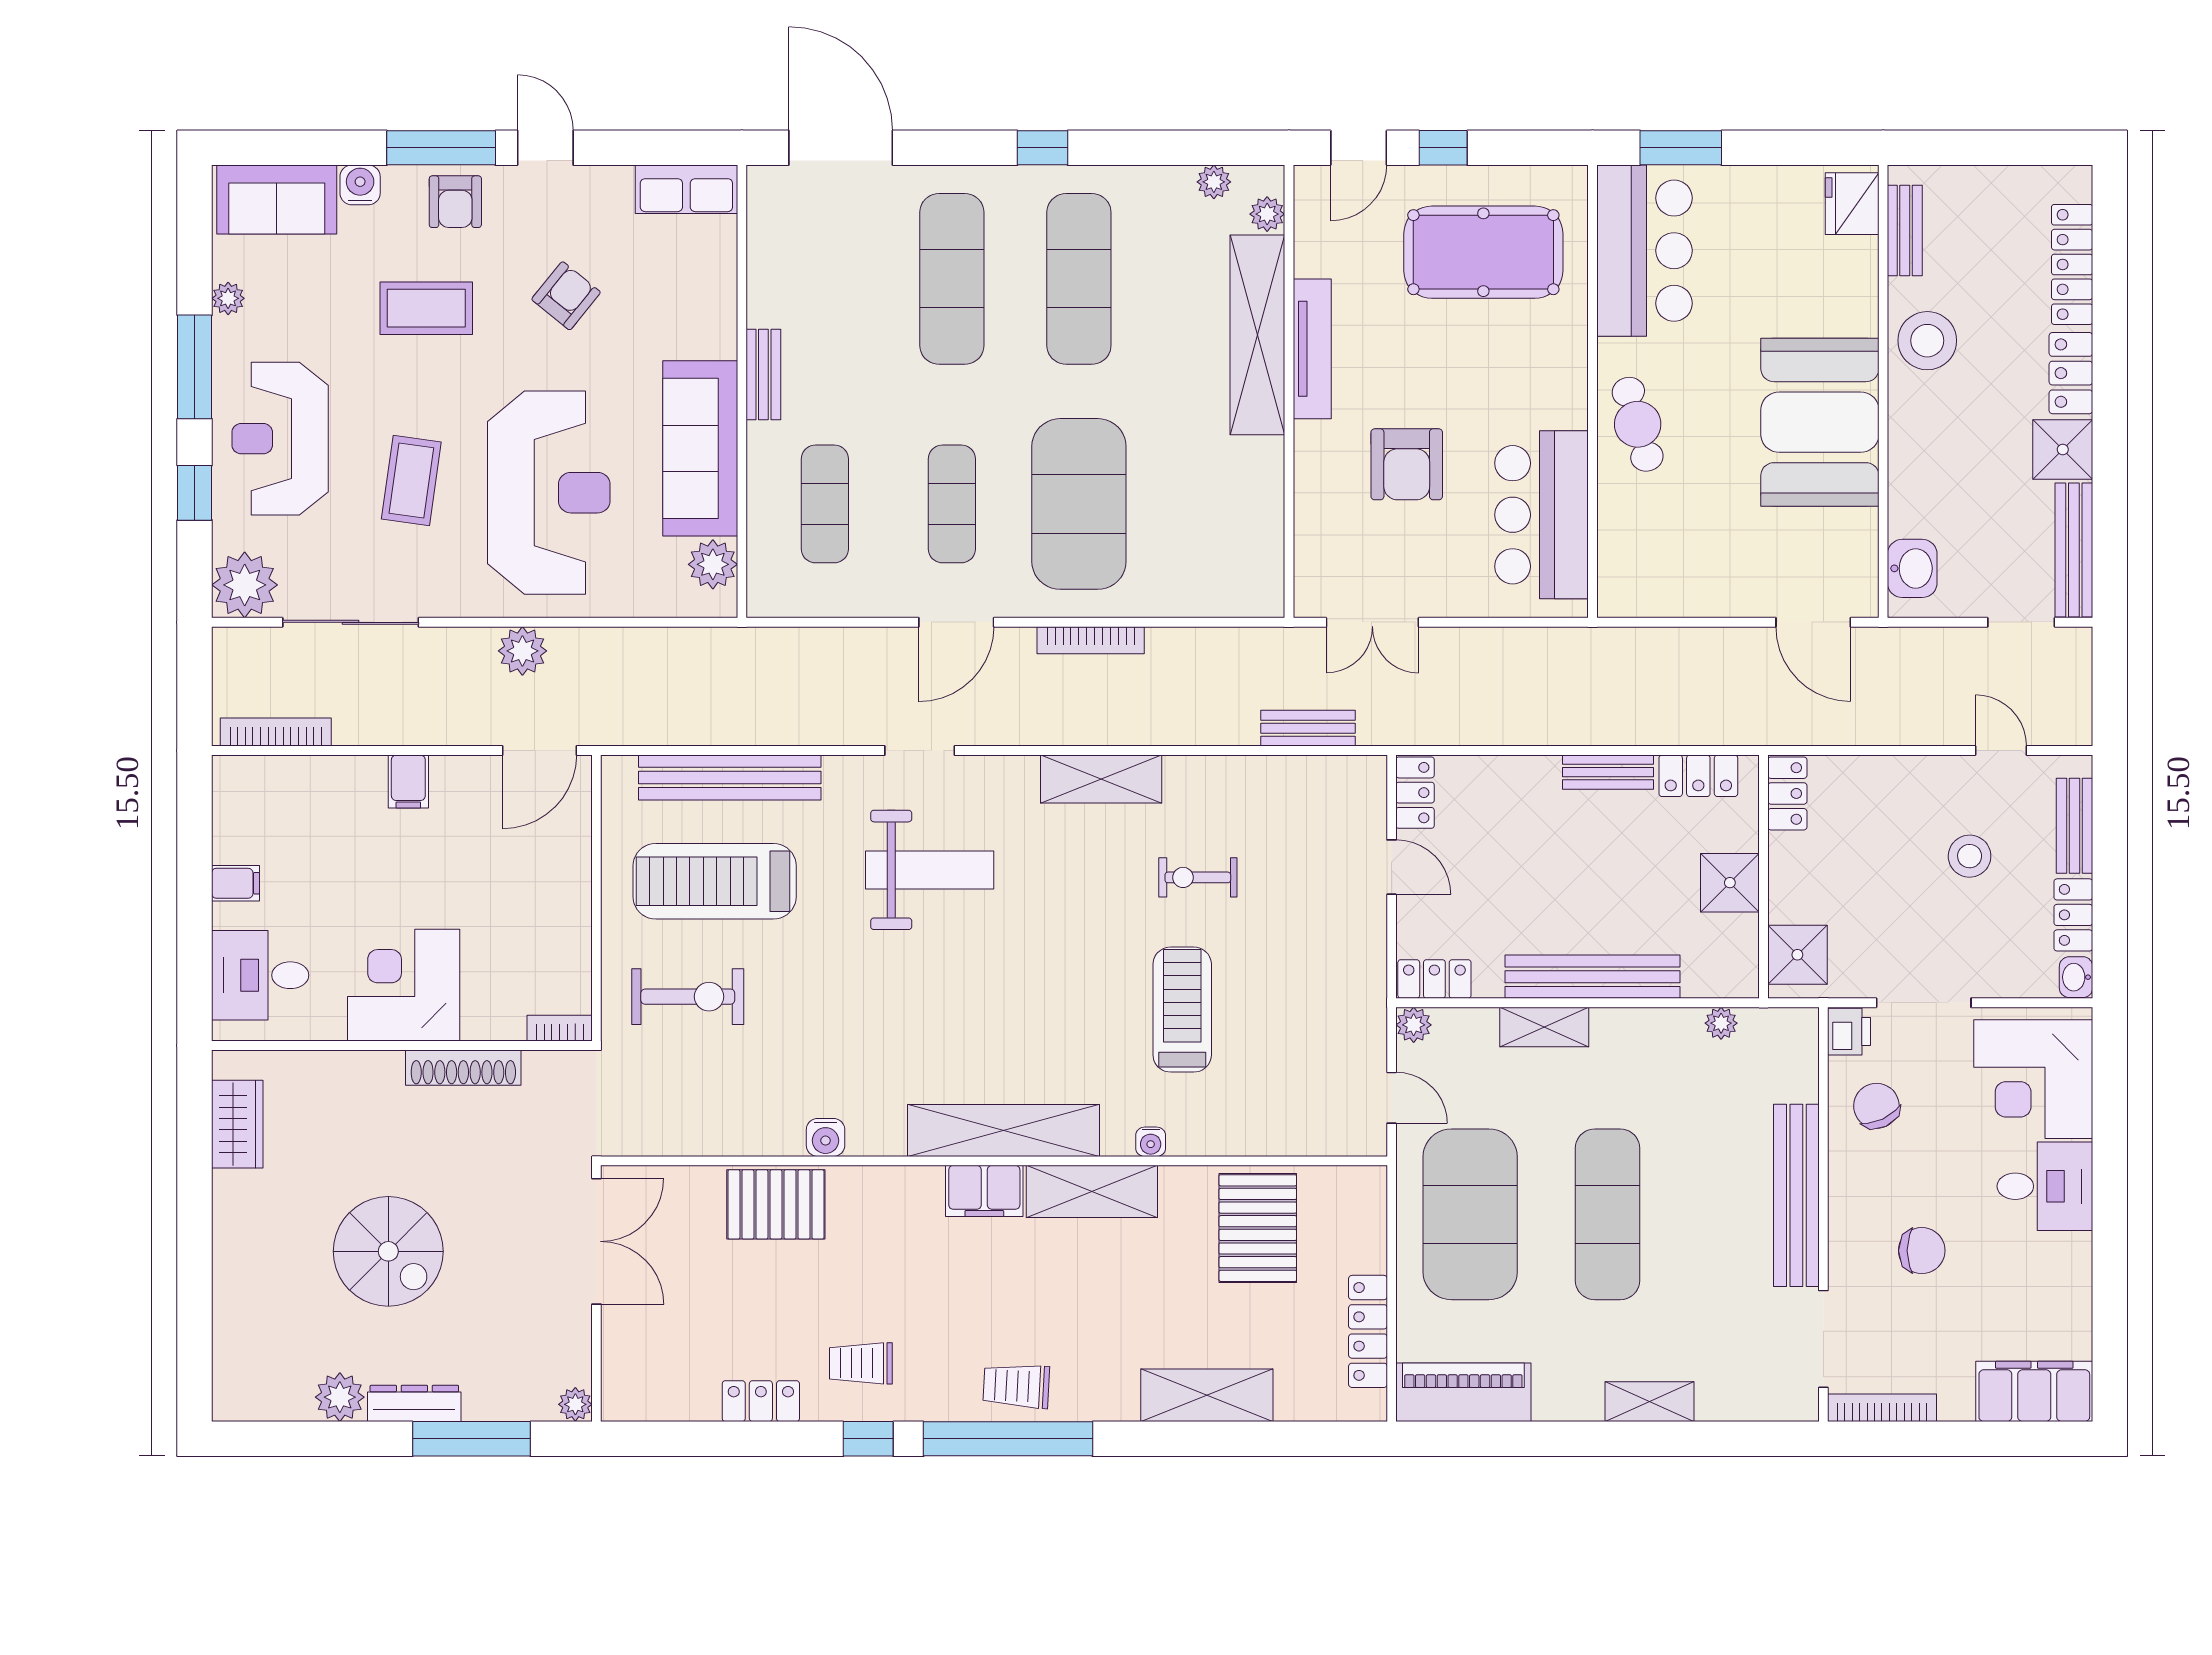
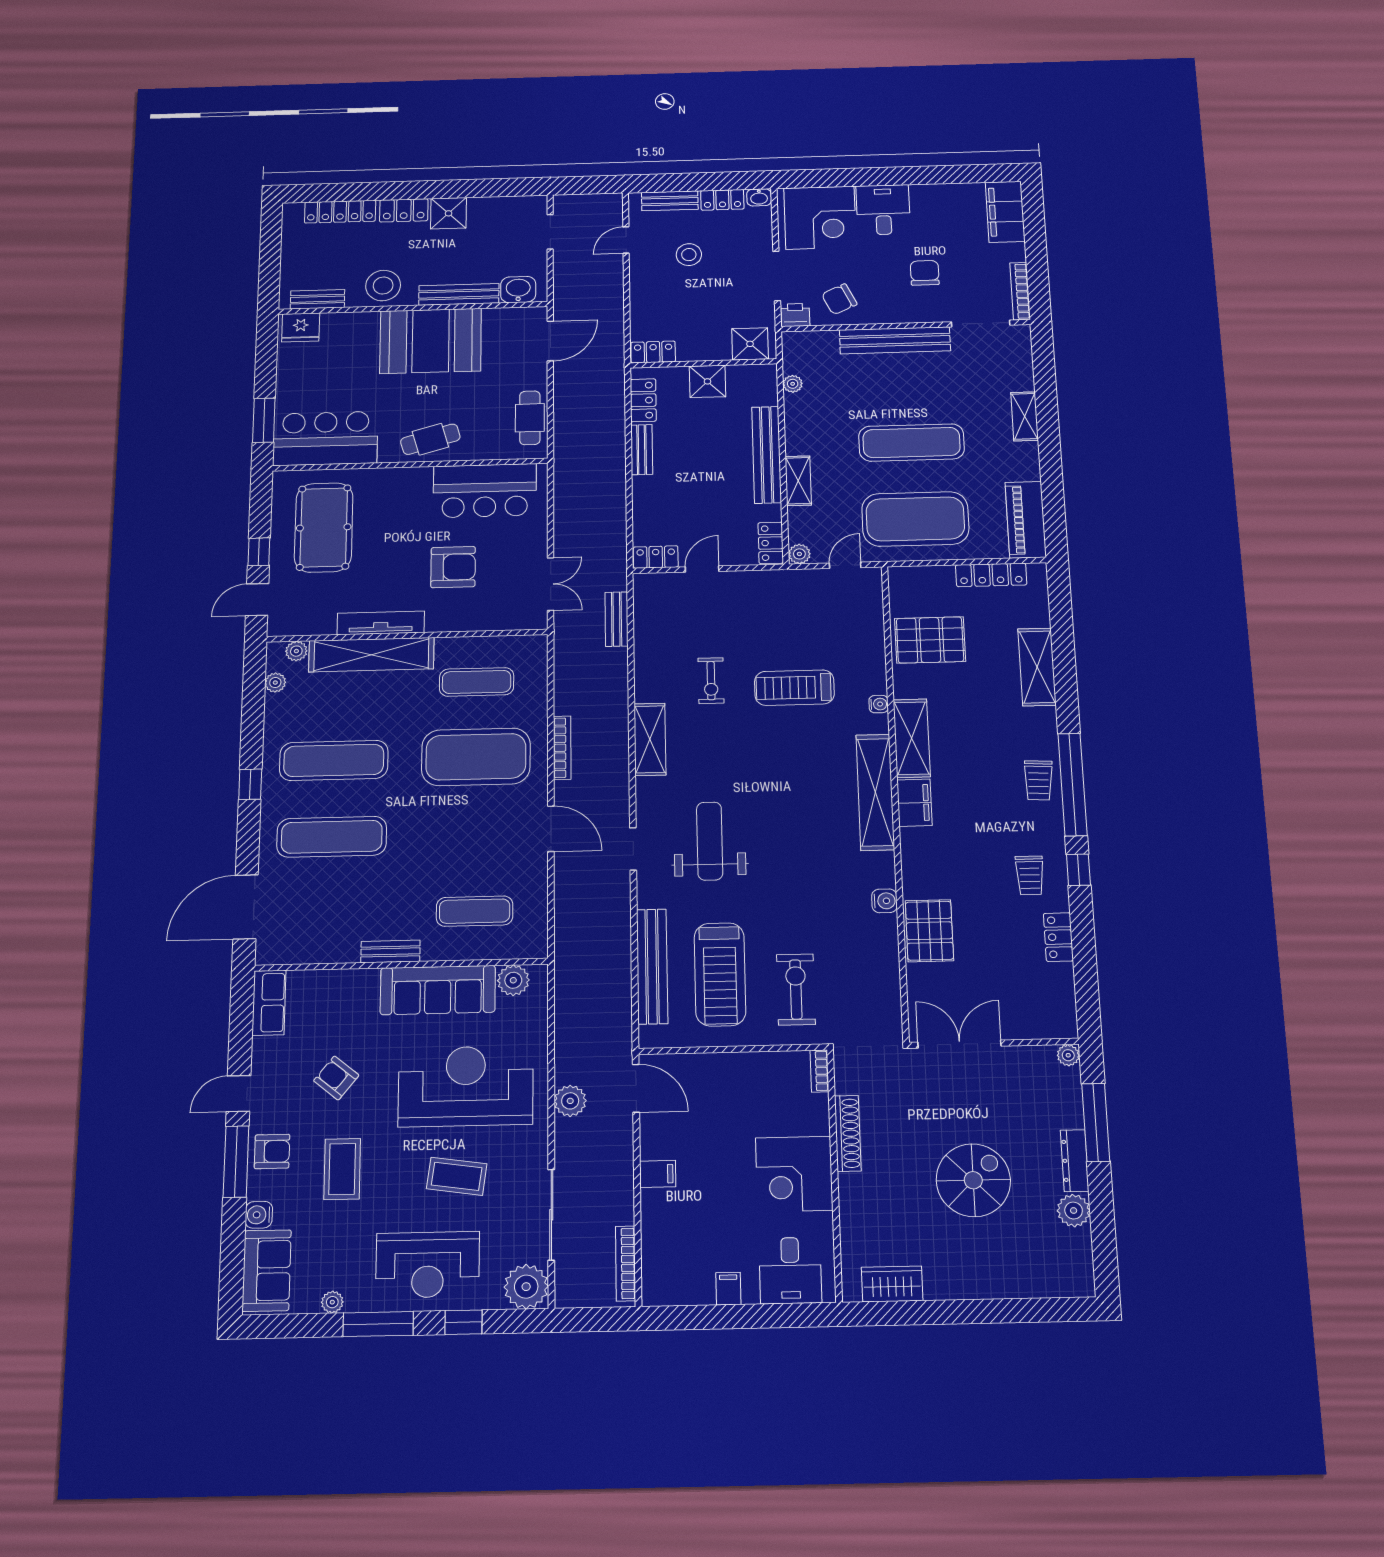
door: (1359, 148) -> (257, 600), swing flipped
exercise mat: (952, 504) -> (477, 682), moved
bench: (2074, 550) -> (459, 294), moved
cafe table: (1672, 588) -> (530, 418), added

